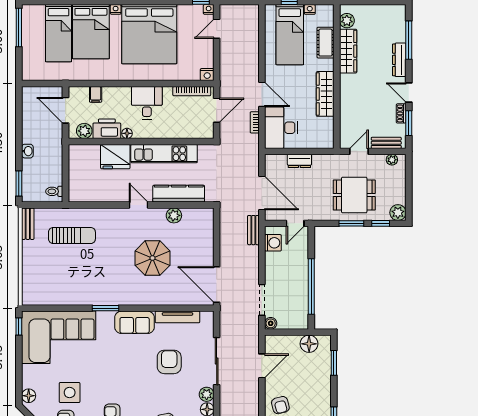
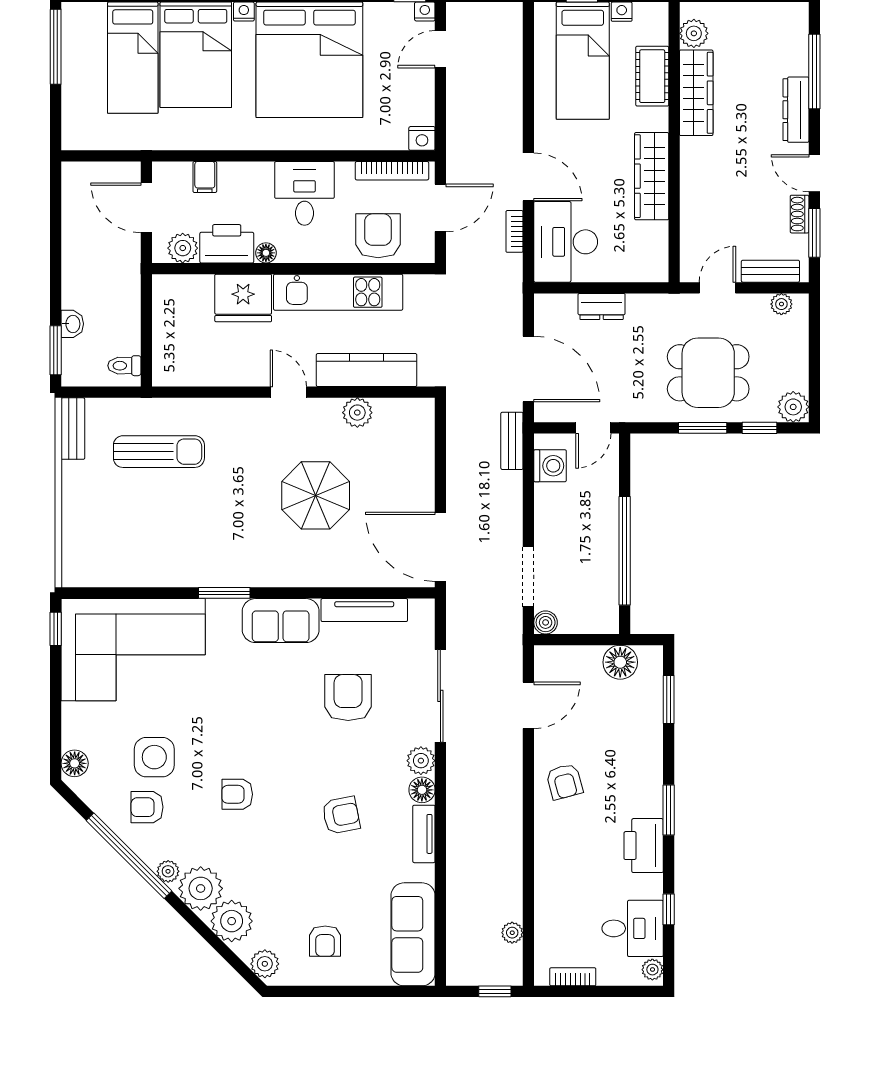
armchair: (185, 125) -> (378, 236), added
washbasin: (27, 151) -> (72, 324), moved

